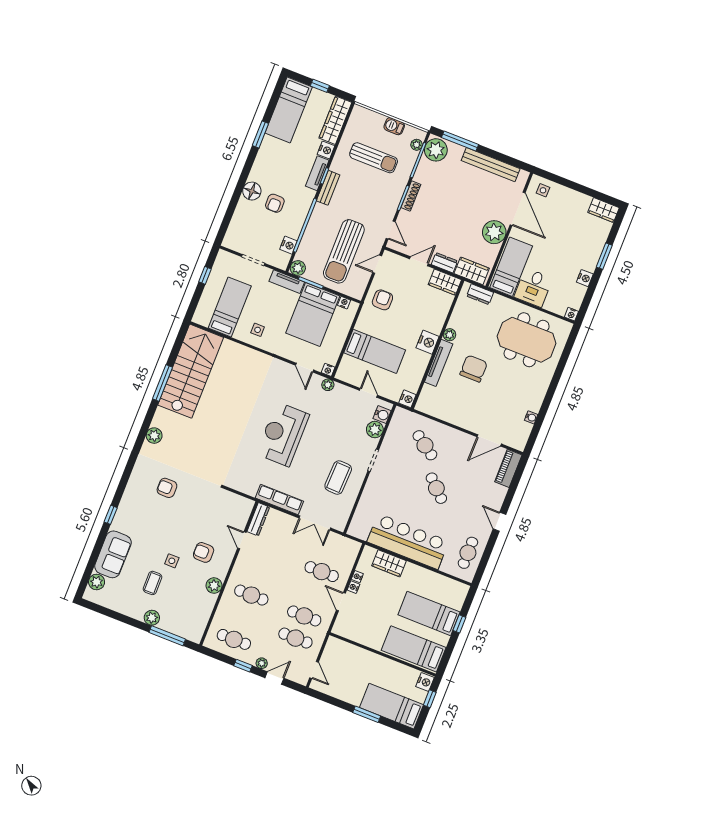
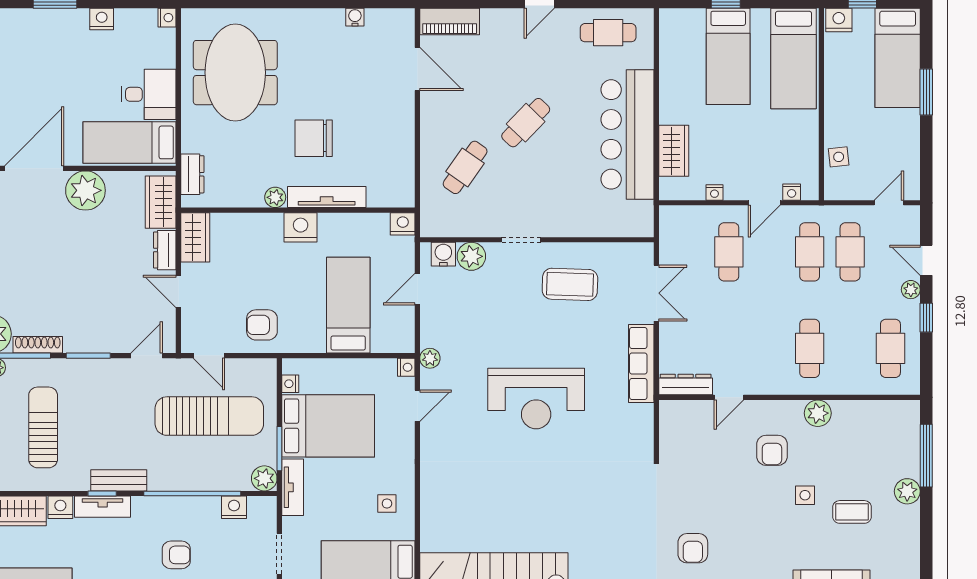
shoe rack: (411, 196) -> (38, 345), moved
nightstand: (353, 587) -> (792, 192), moved
side table: (350, 652) -> (839, 157), added

